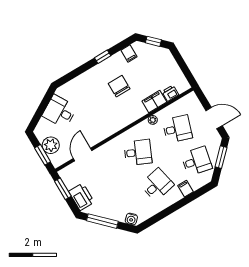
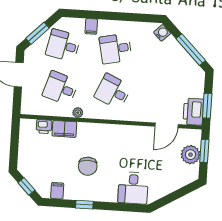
desk: (60, 111) -> (133, 188), moved, turned 30
printer: (81, 197) -> (193, 112), moved

